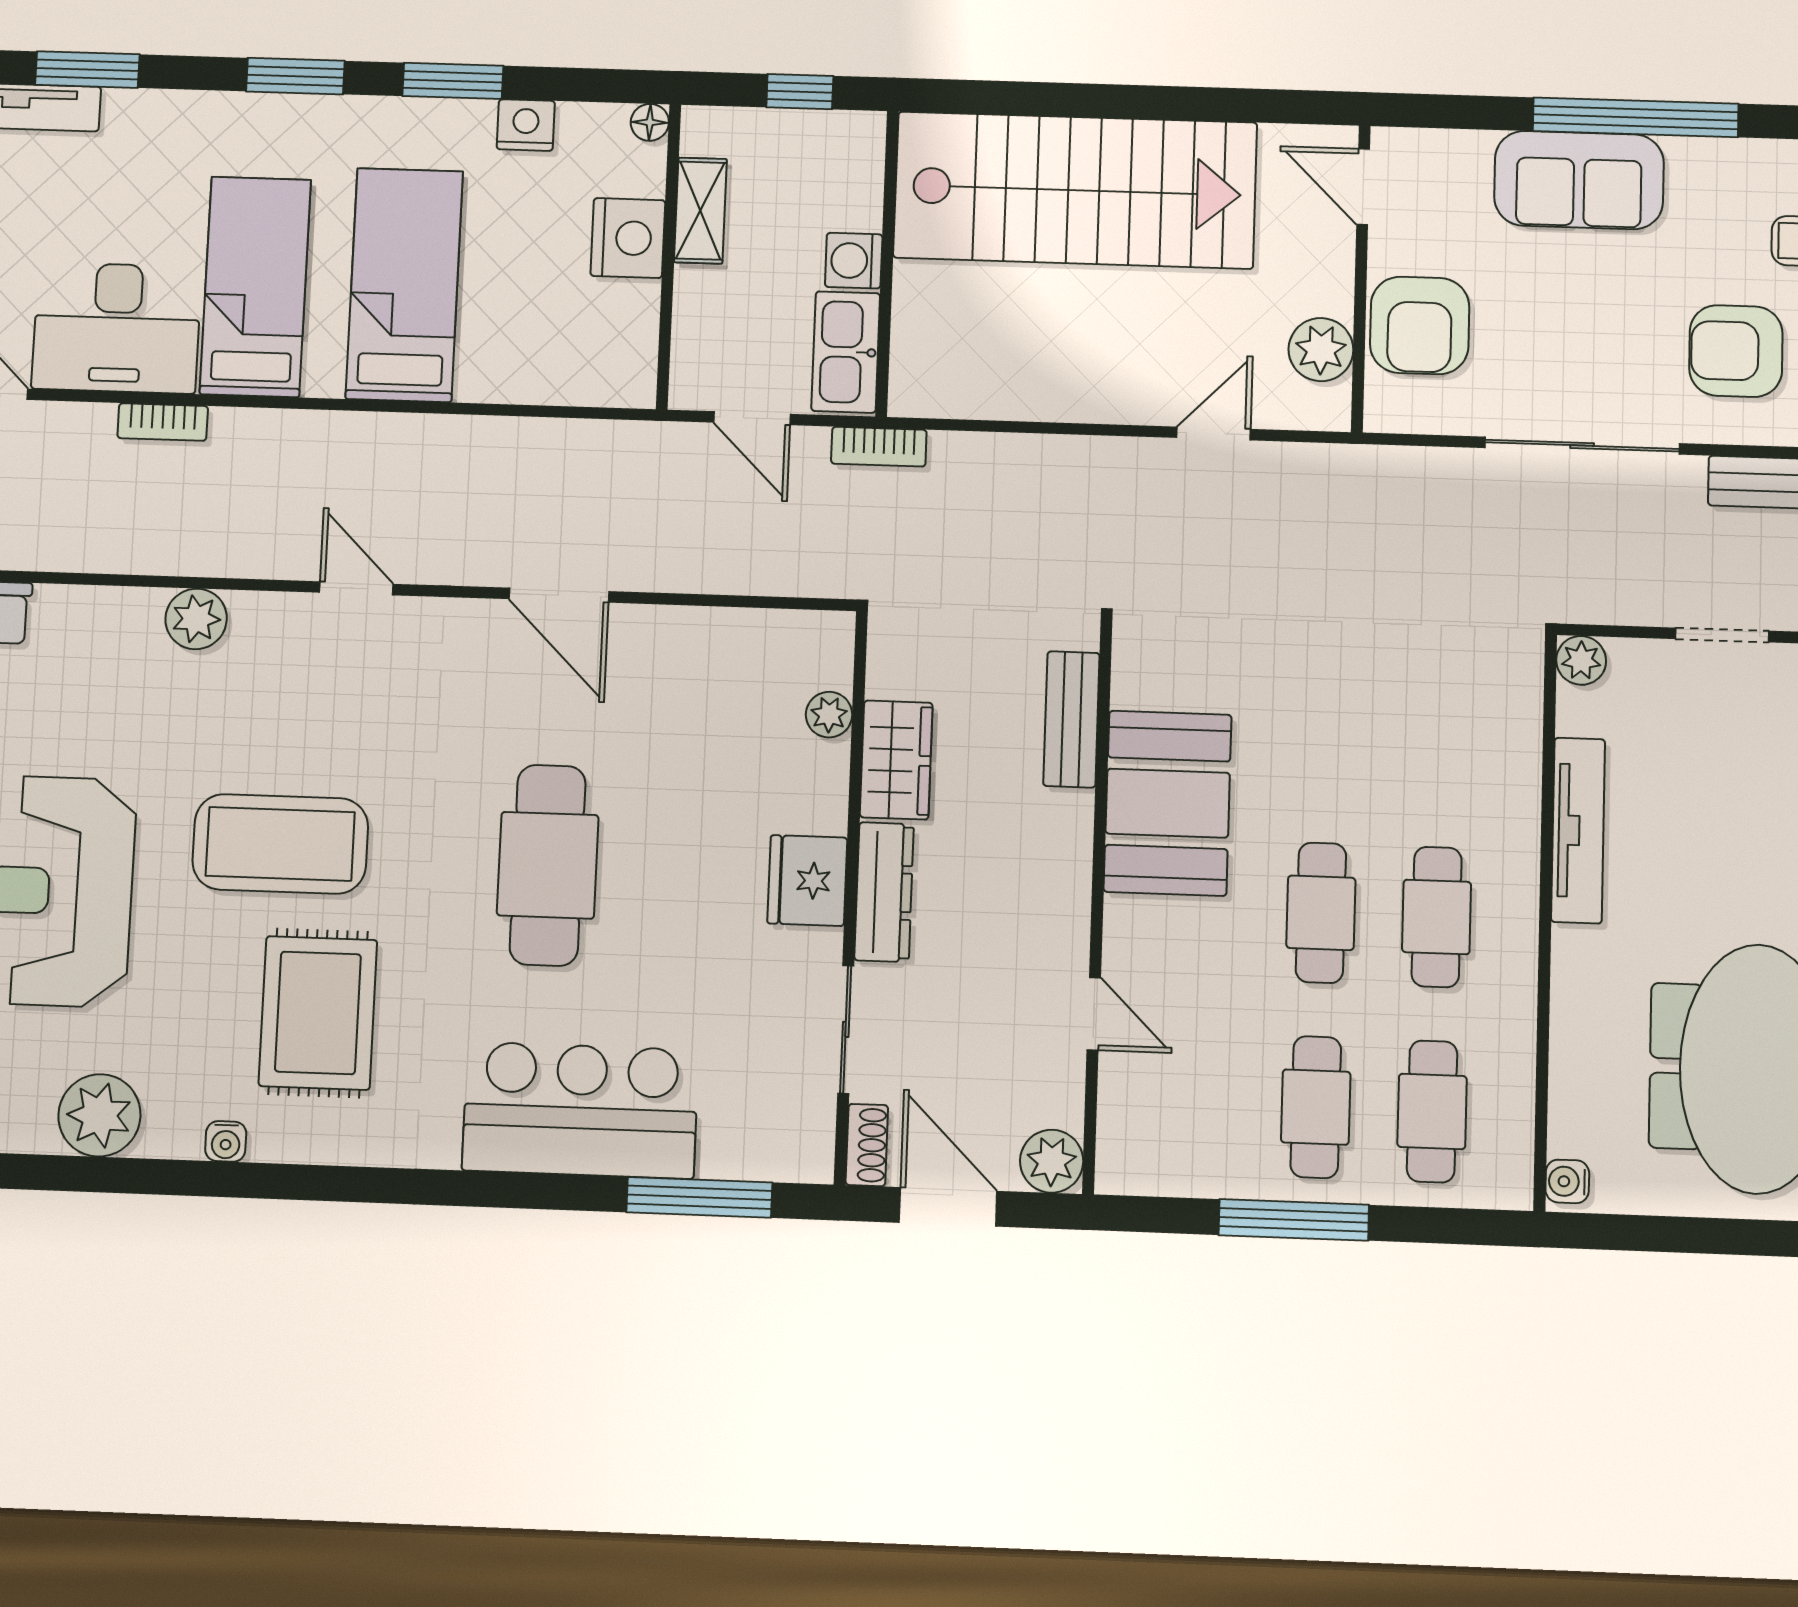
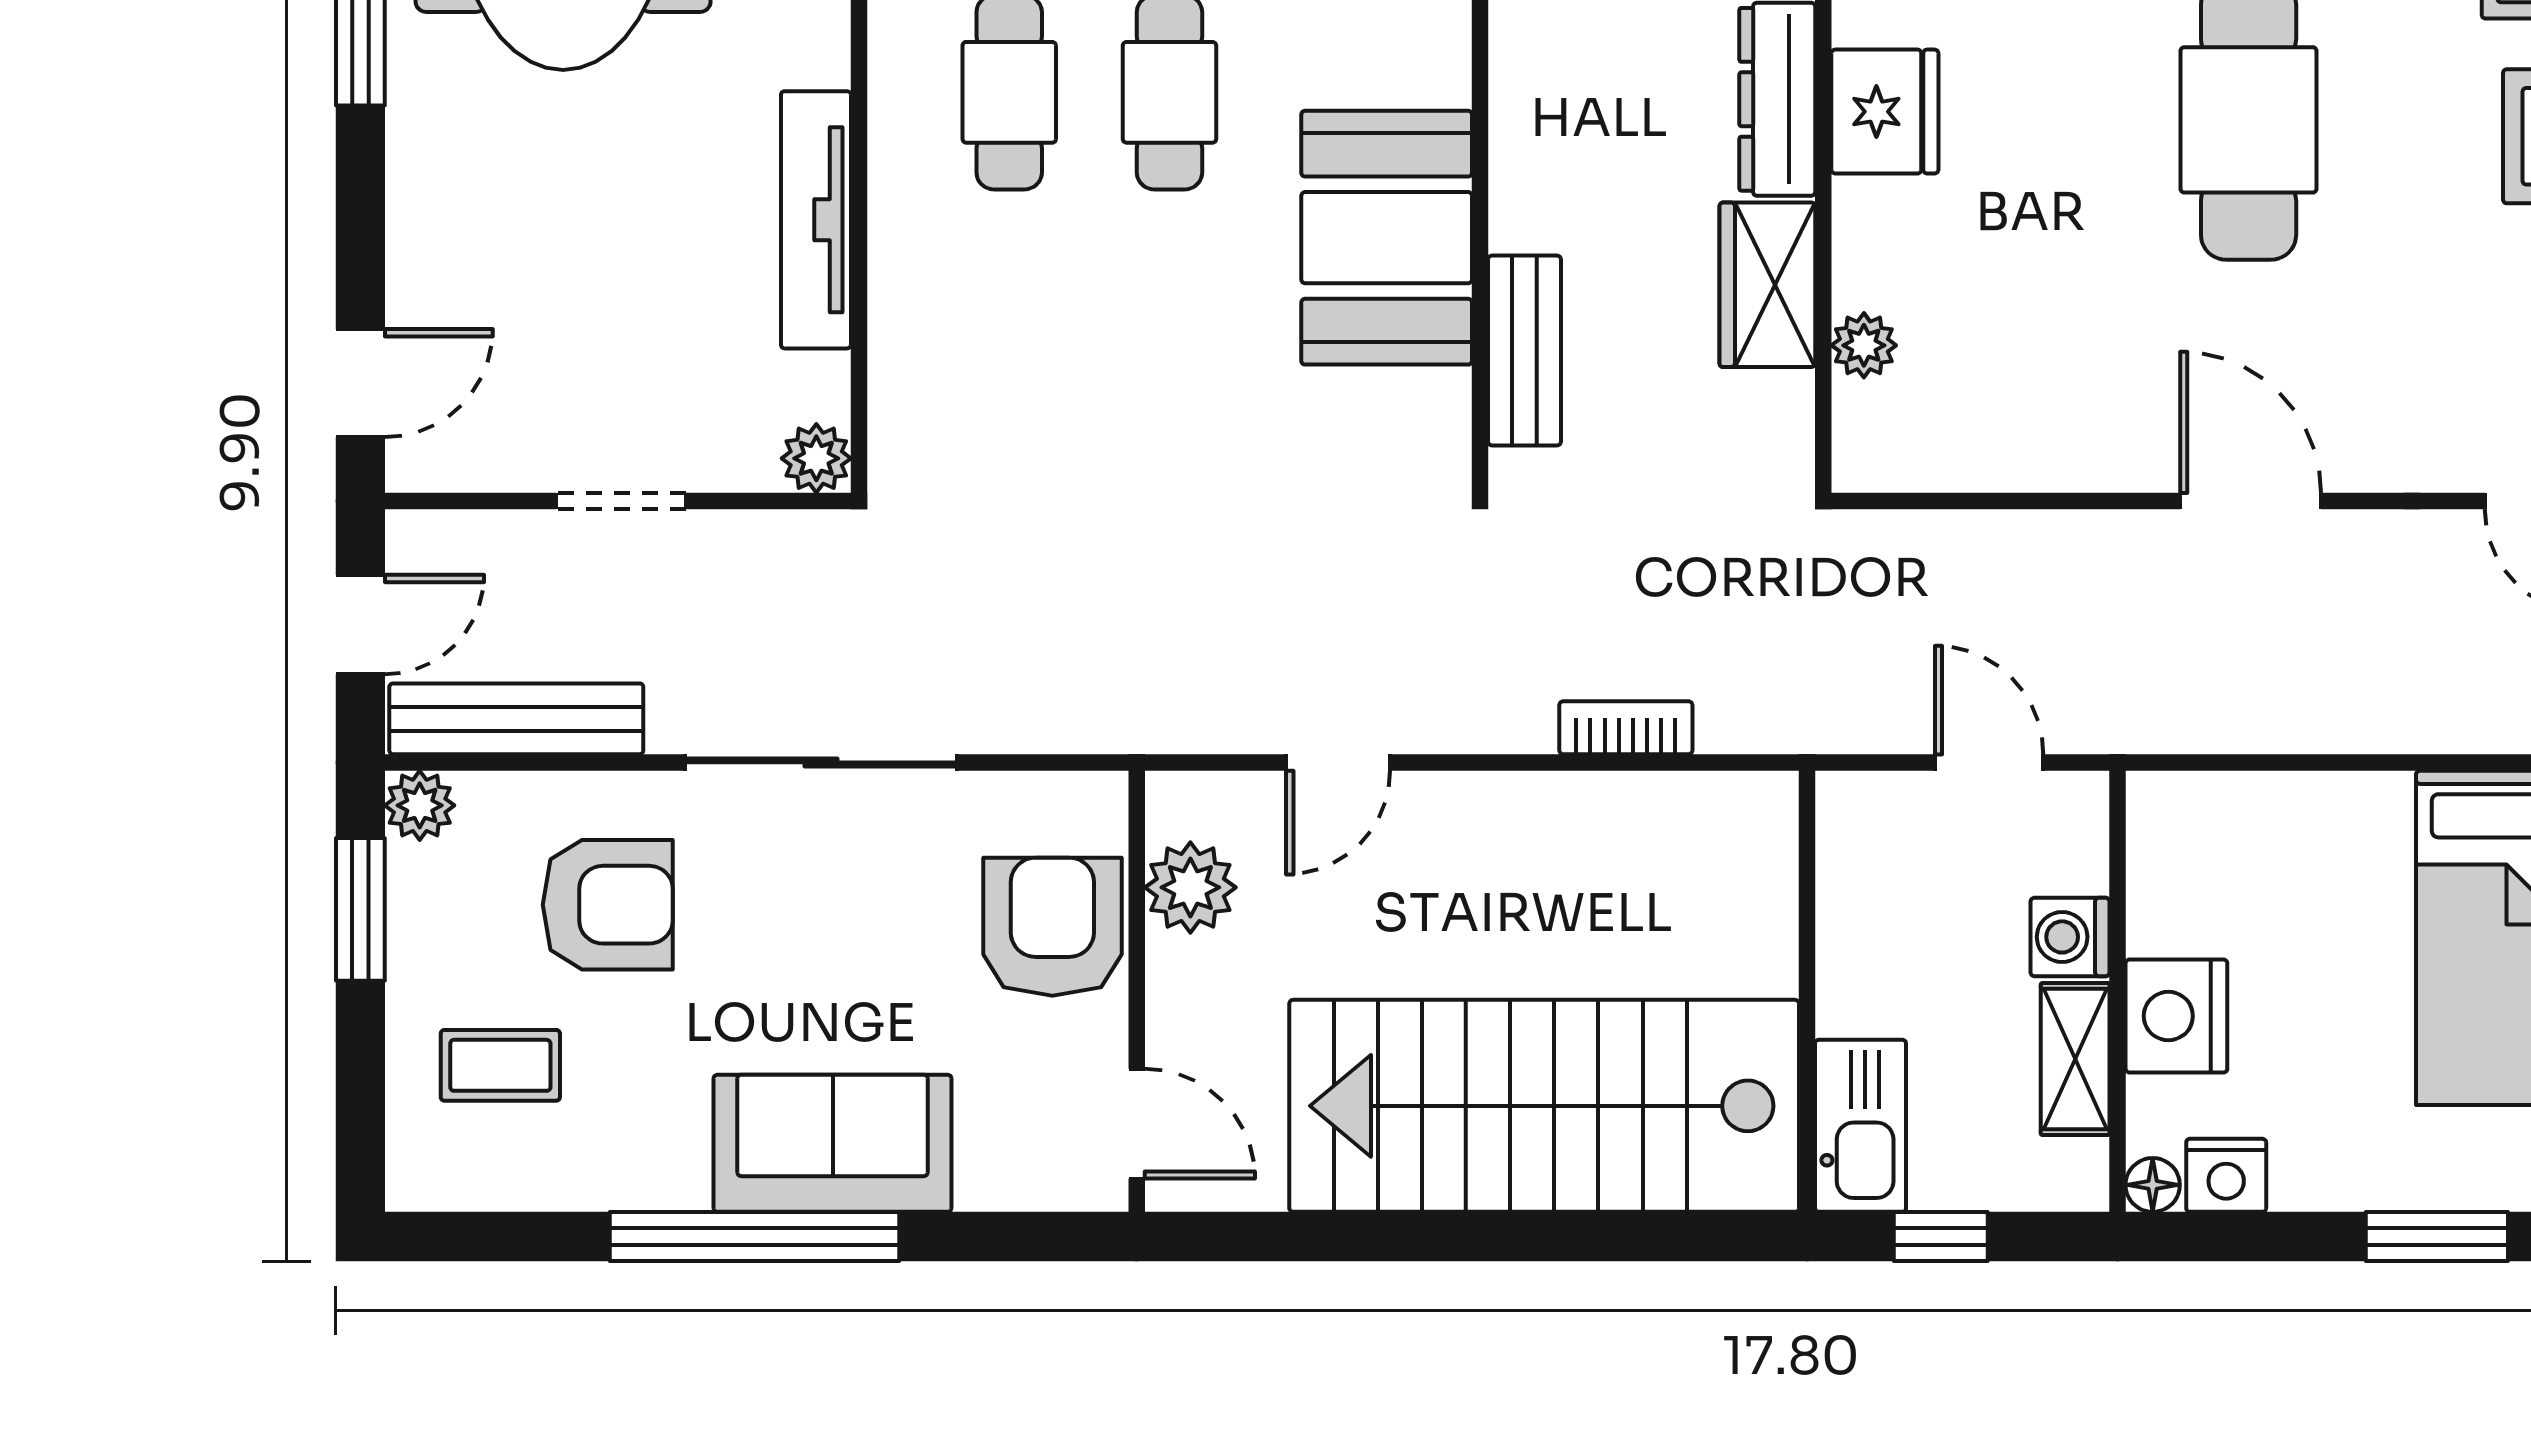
nightstand: (526, 125) -> (2226, 1175), moved
washing machine: (854, 261) -> (2070, 937), moved, turned 180
kitchen sink: (846, 352) -> (1861, 1126), moved
bookcase: (879, 447) -> (1626, 728), moved

